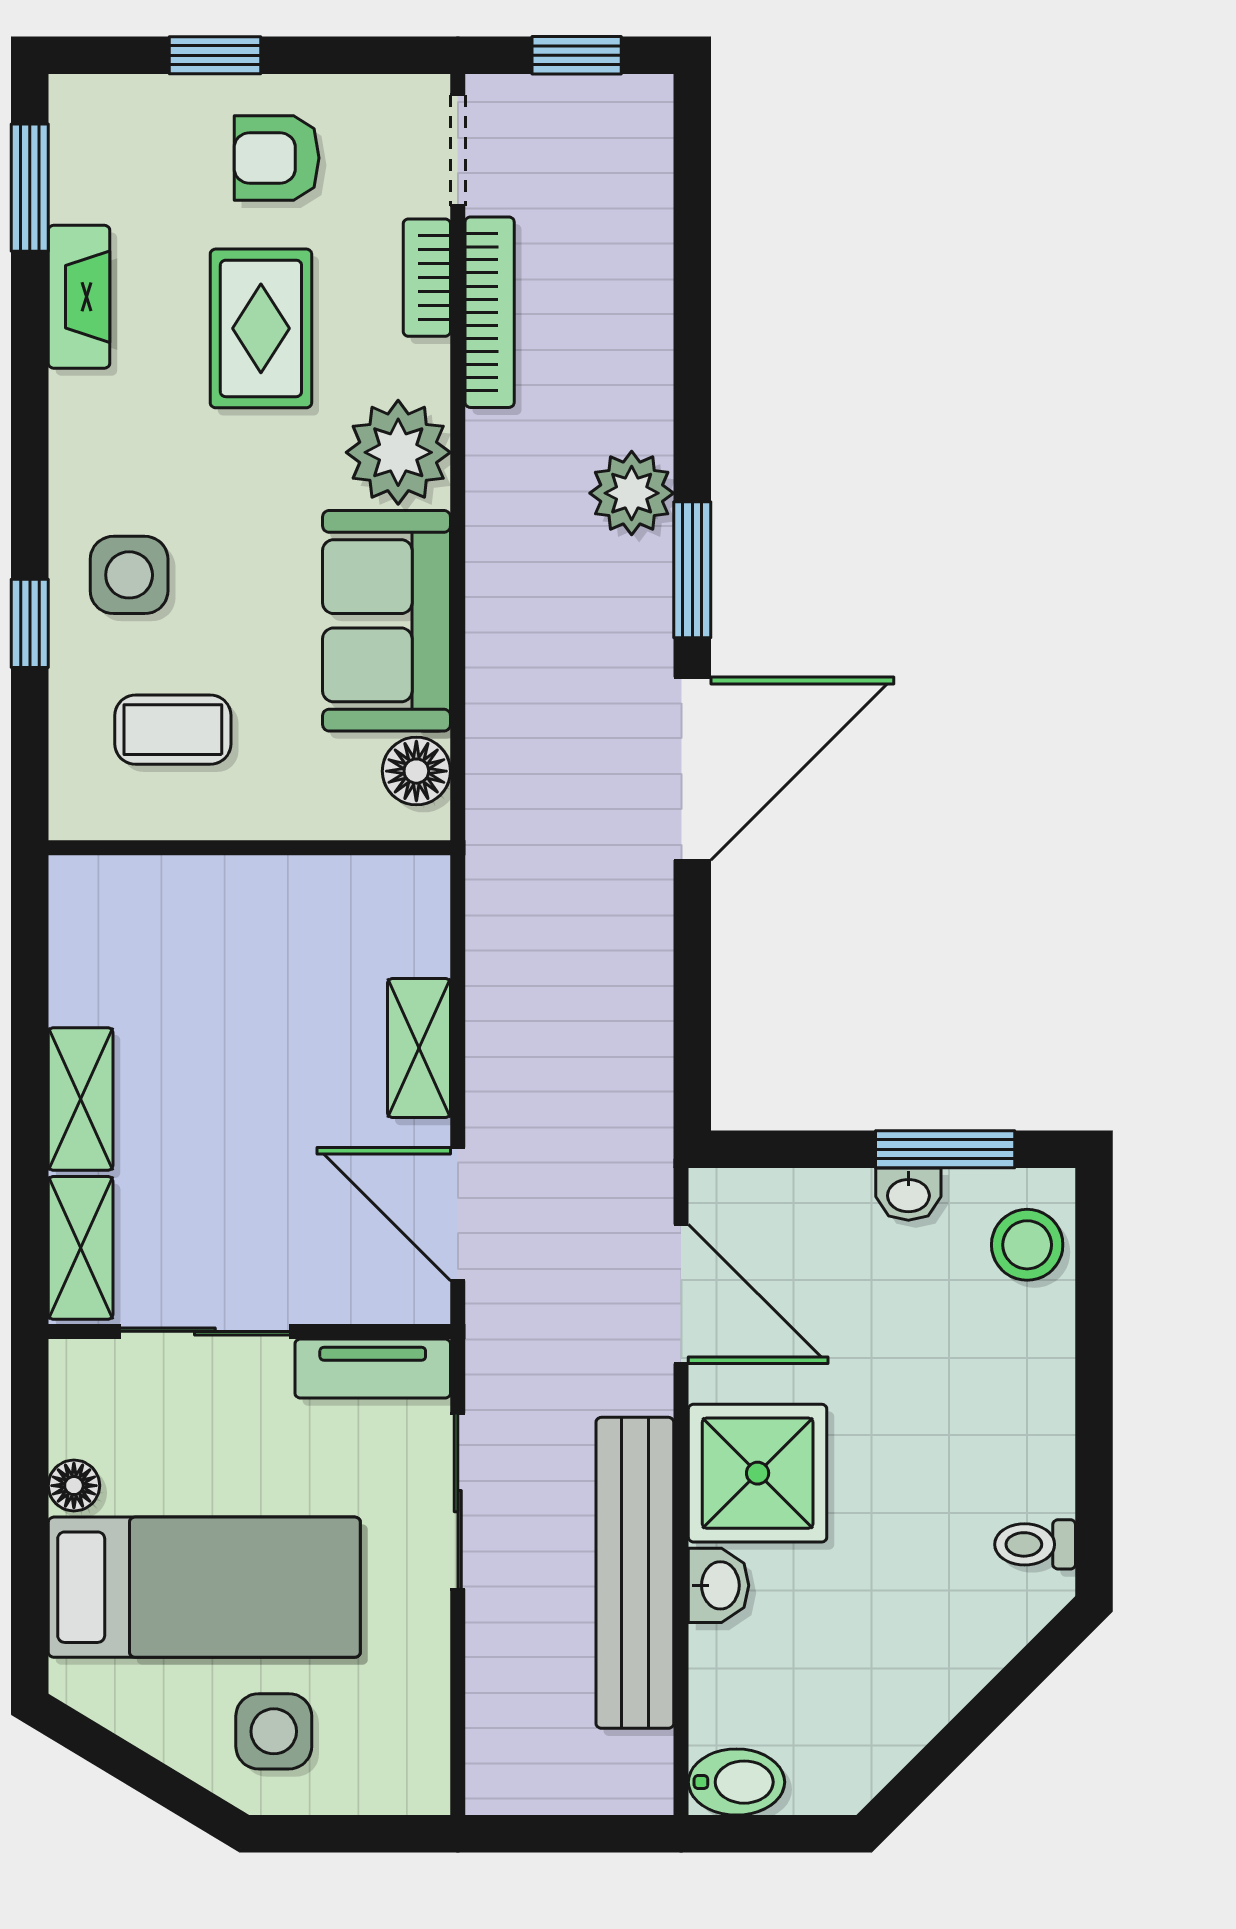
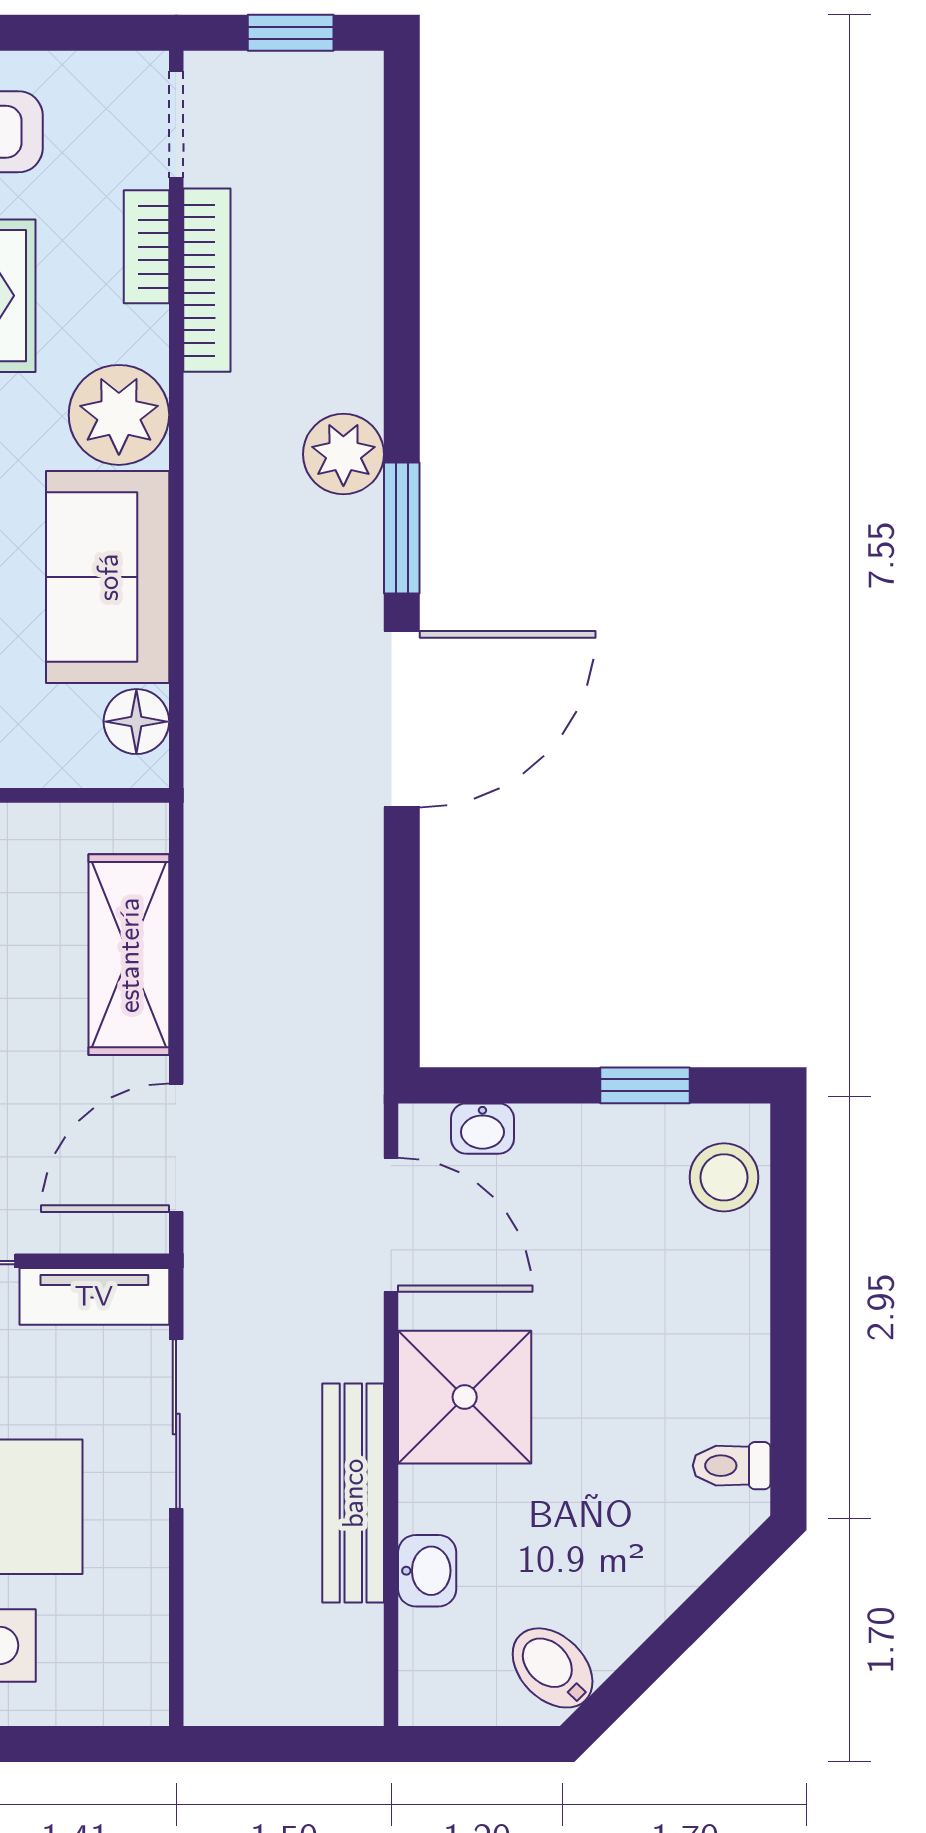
shelving: (419, 1048) -> (129, 955), width x1.50, depth x1.33
window: (945, 1149) -> (645, 1085), width x0.67
washbasin: (908, 1194) -> (482, 1129), moved
door: (458, 1214) -> (176, 1148), hinge flipped
bench: (635, 1573) -> (353, 1493), width x0.73, depth x0.82
washbasin: (719, 1585) -> (427, 1571), moved
bidet: (737, 1782) -> (553, 1668), moved, turned -135

